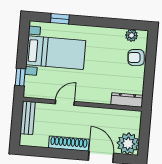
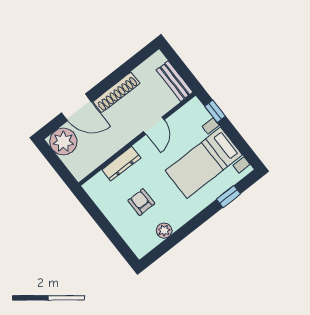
plant: (131, 35) -> (164, 231), moved
armchair: (136, 57) -> (141, 202), moved, turned -85
dresser: (127, 100) -> (121, 164), moved

